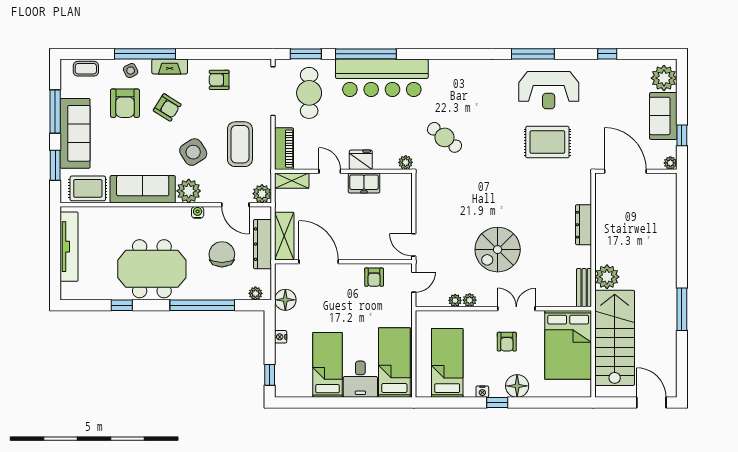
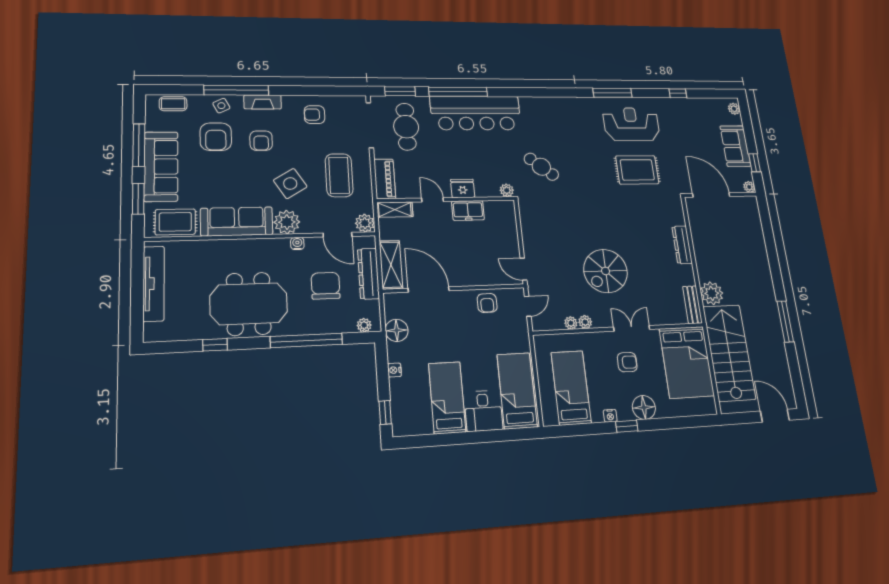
plant: (664, 78) -> (734, 109), width x0.53, depth x0.53
reception desk: (549, 90) -> (631, 124), turned 180
armchair: (167, 107) -> (261, 141), turned 58
armchair: (507, 342) -> (627, 362), turned -89

